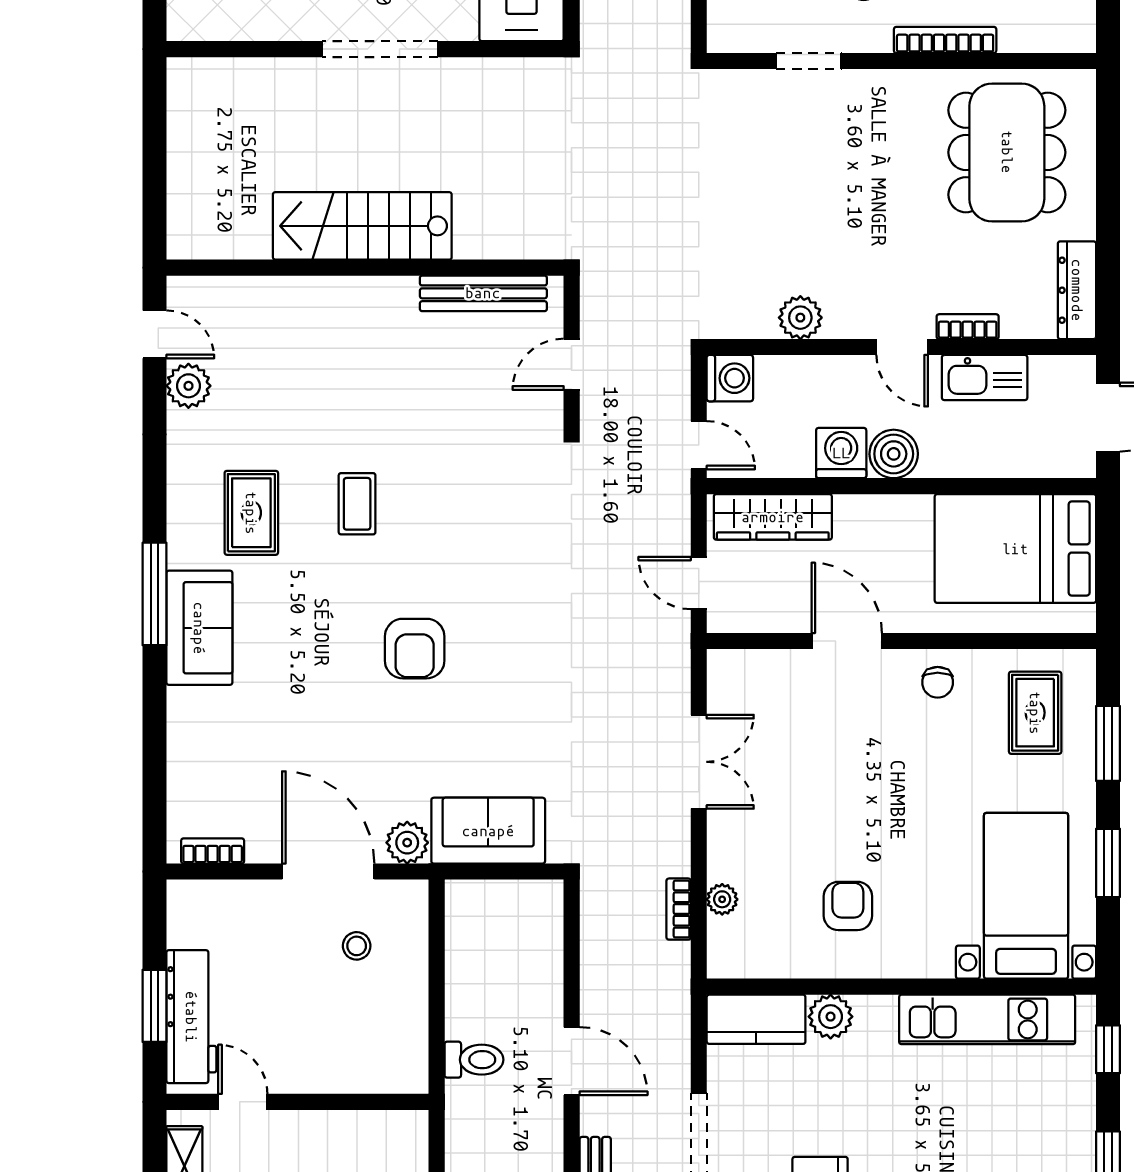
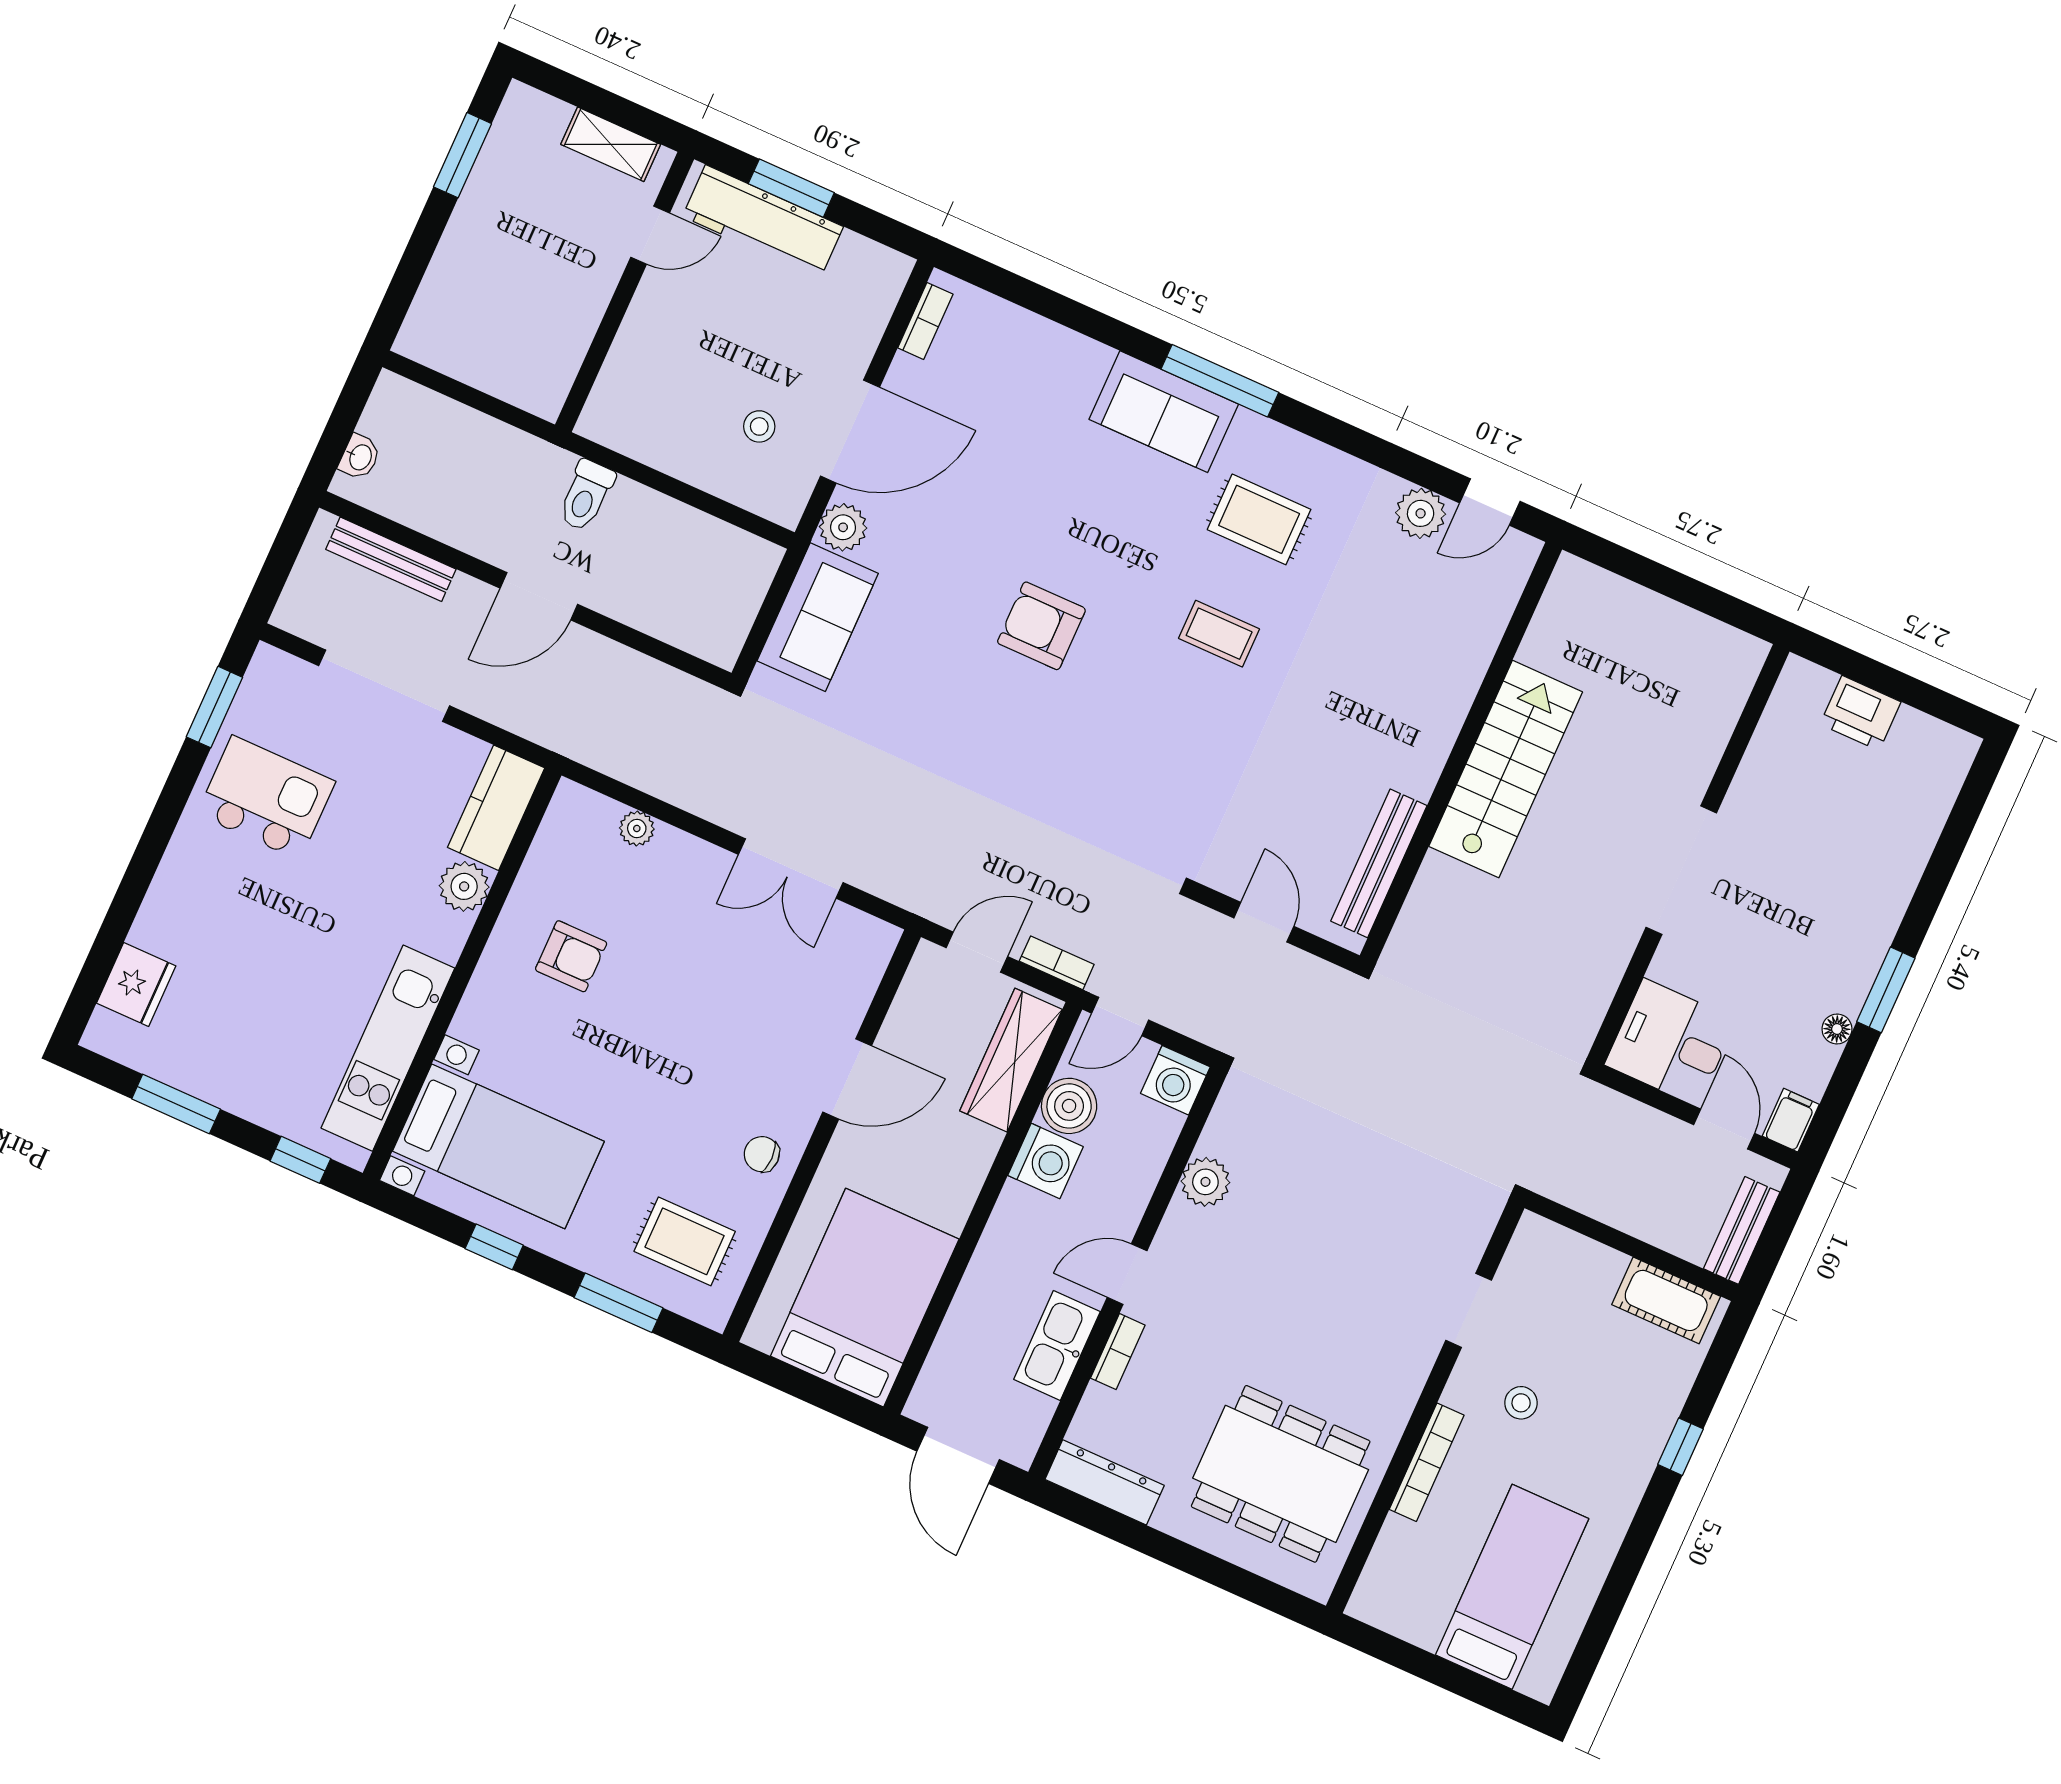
boiler: (894, 454) -> (1069, 1106), moved
window: (1108, 863) -> (494, 1247), width x0.67
bookcase: (679, 909) -> (1057, 963), moved

